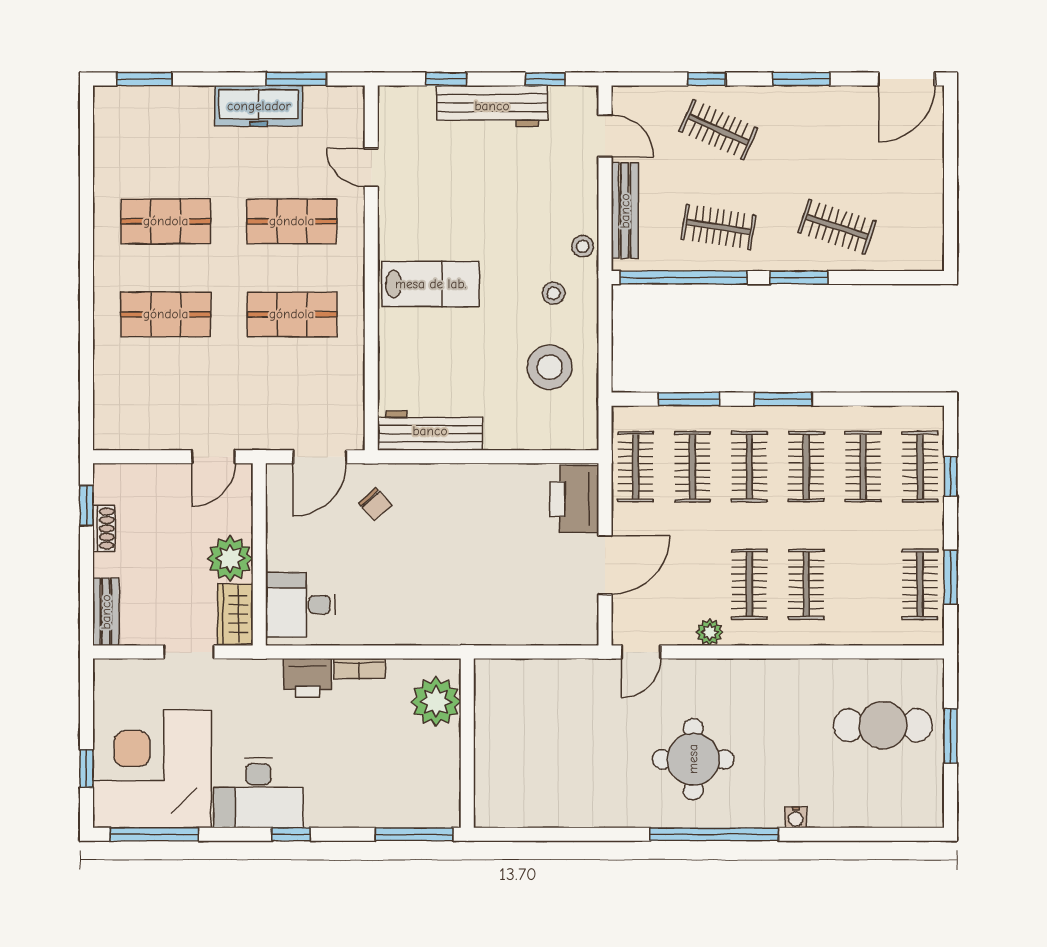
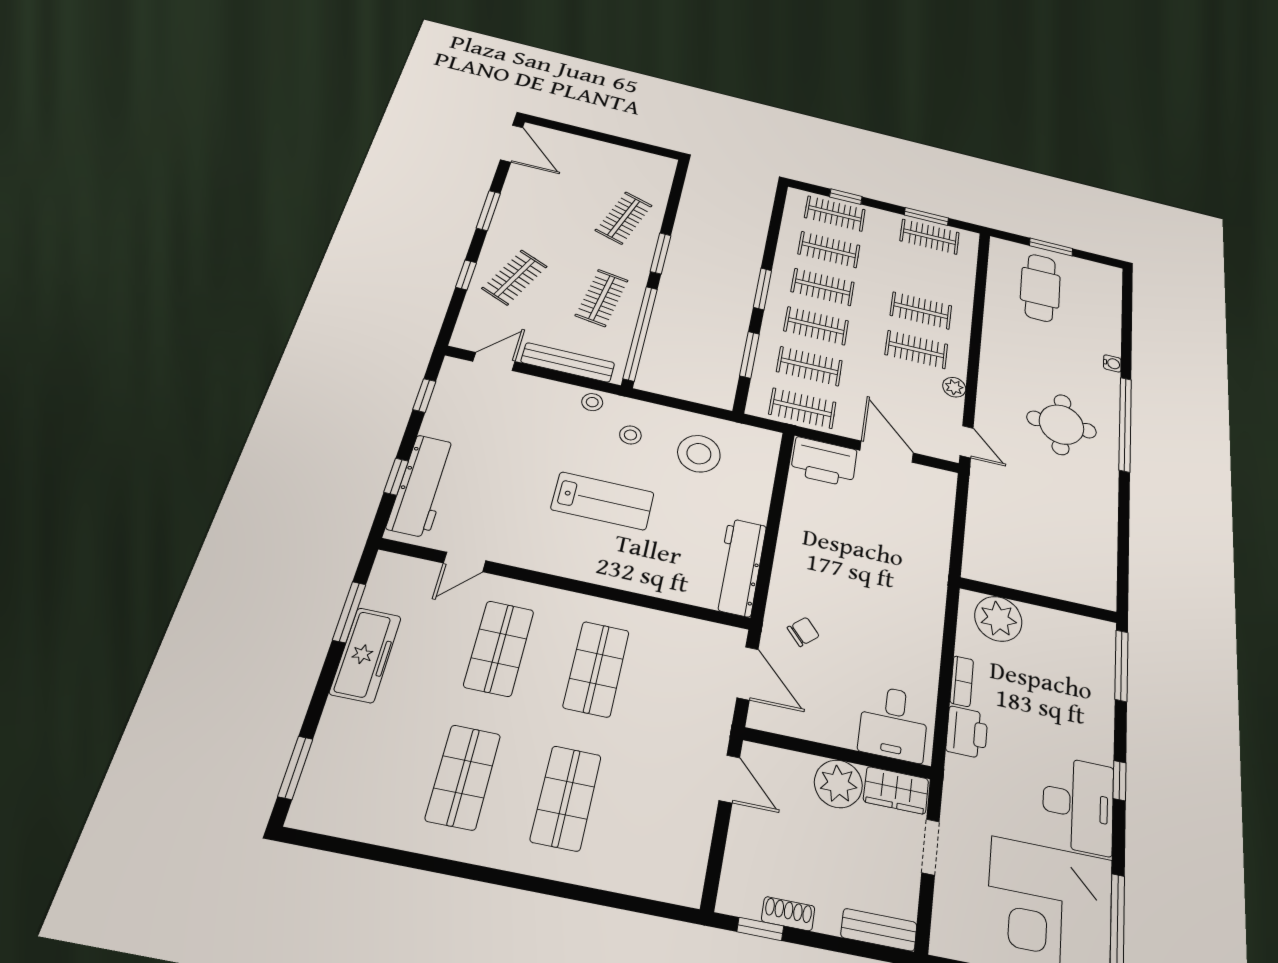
workbench: (492, 106) -> (422, 486), moved
lab bench: (431, 284) -> (603, 501), moved, turned 90

